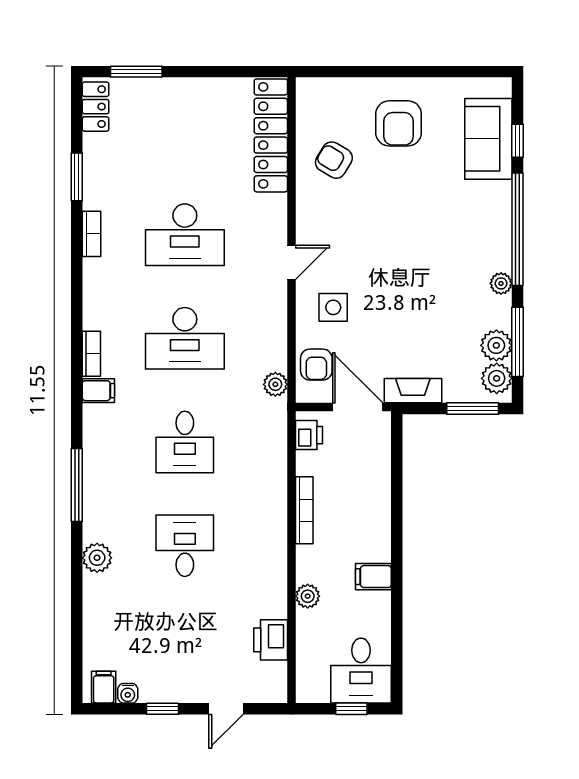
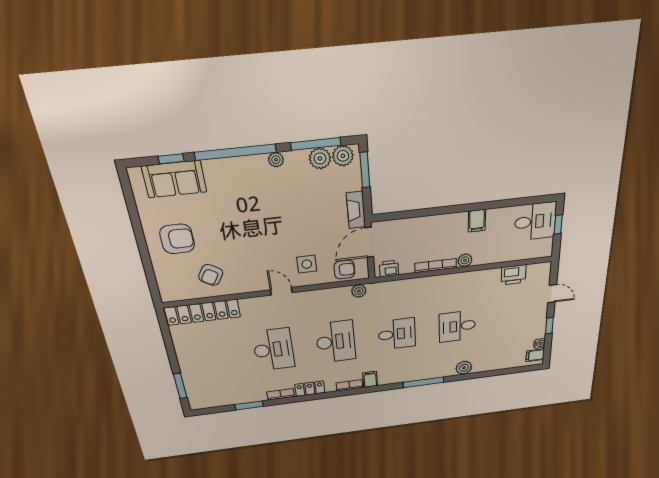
locker: (96, 107) -> (310, 389), moved
plant: (308, 596) -> (465, 260), moved

